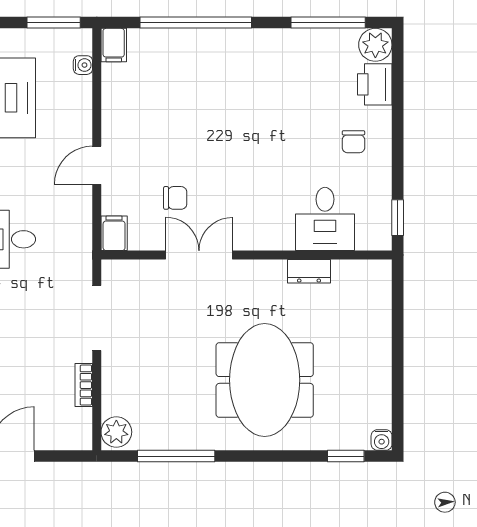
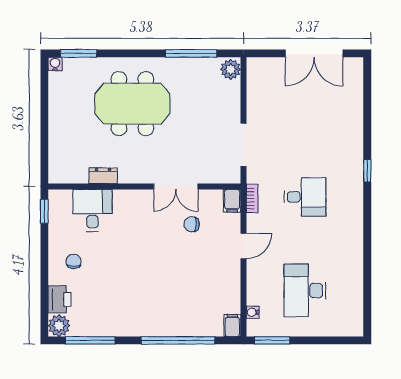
meeting table: (265, 380) -> (132, 104), turned 90
bookcase: (84, 385) -> (252, 198), moved
window: (346, 456) -> (79, 53), width x1.50

